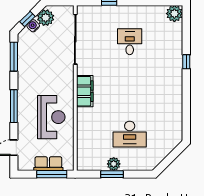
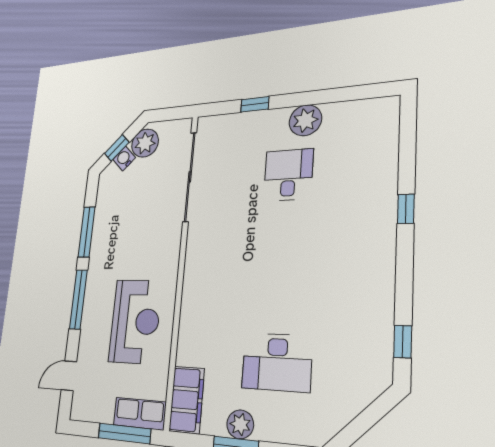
plant: (174, 14) -> (305, 120), moved
window: (14, 57) -> (87, 232), moved
filing cabinet: (85, 91) -> (187, 400), moved
window: (186, 122) -> (403, 342), added
row of seats: (48, 164) -> (140, 414), moved

